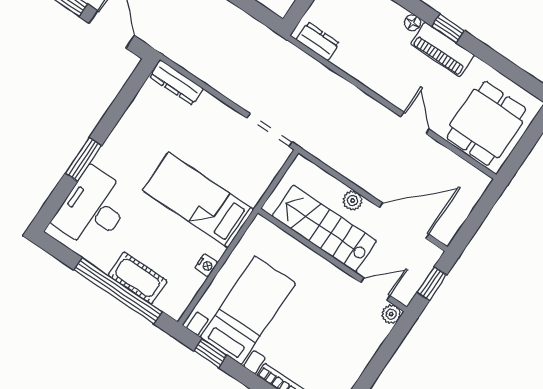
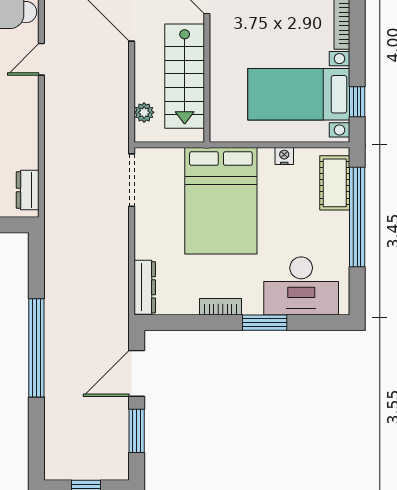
bookcase: (120, 133) -> (221, 307), added
bed: (198, 200) -> (221, 201), width x1.50
plant: (353, 201) -> (144, 112), moved
cot: (138, 278) -> (335, 183), moved

